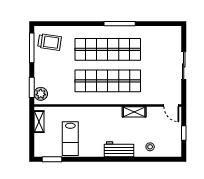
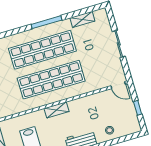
shelving: (155, 31) -> (82, 19), added
shelving: (134, 112) -> (56, 110), moved

